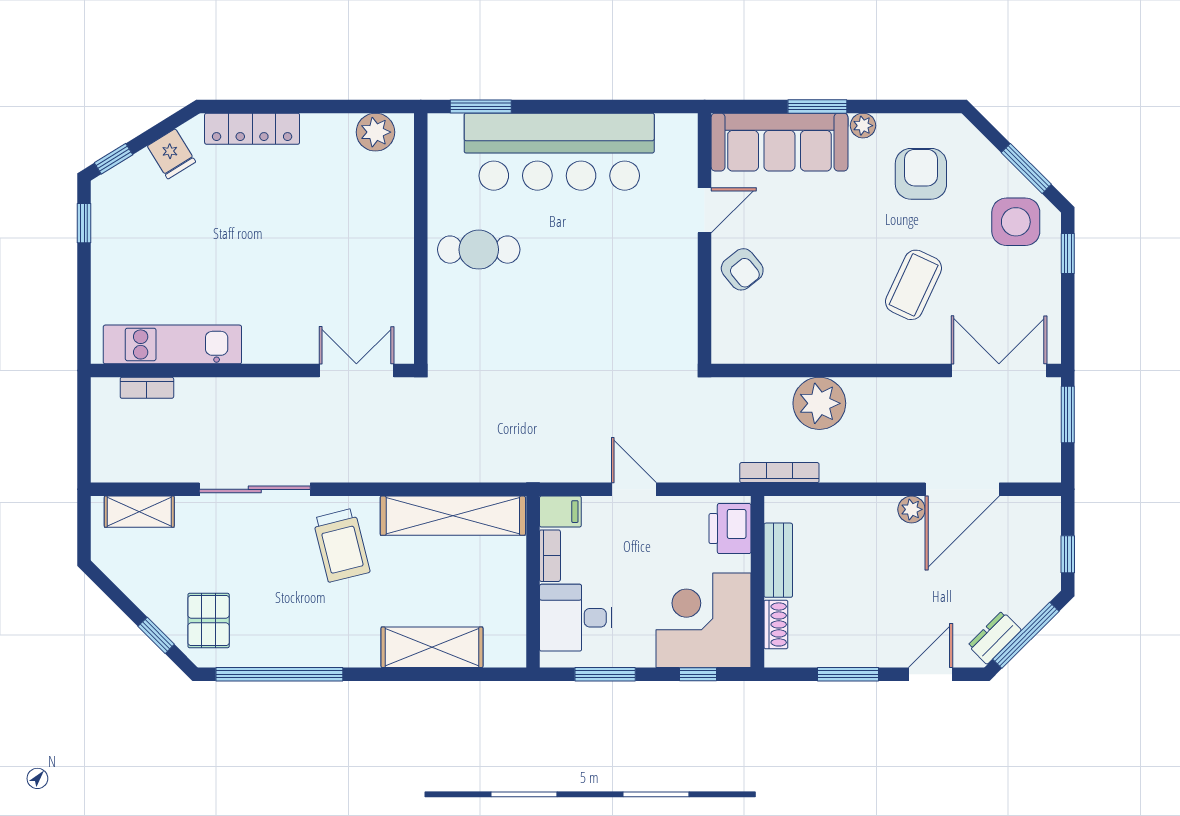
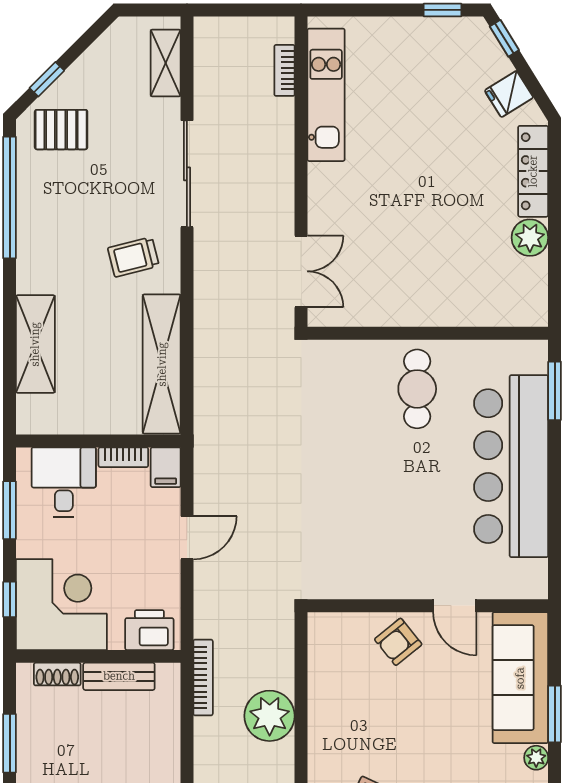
plant: (375, 132) -> (530, 238), moved
trolley: (341, 545) -> (133, 257), width x0.73, depth x0.72

